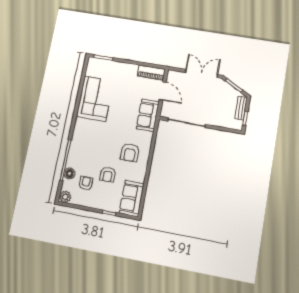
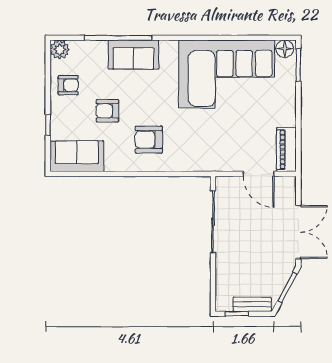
door: (163, 91) -> (259, 174), hinge flipped
corner sofa: (95, 99) -> (227, 74), width x1.36, depth x1.36
sofa: (148, 115) -> (133, 55), moved, turned 180
floor lamp: (69, 173) -> (285, 49), moved
armchair: (86, 183) -> (68, 85), moved

